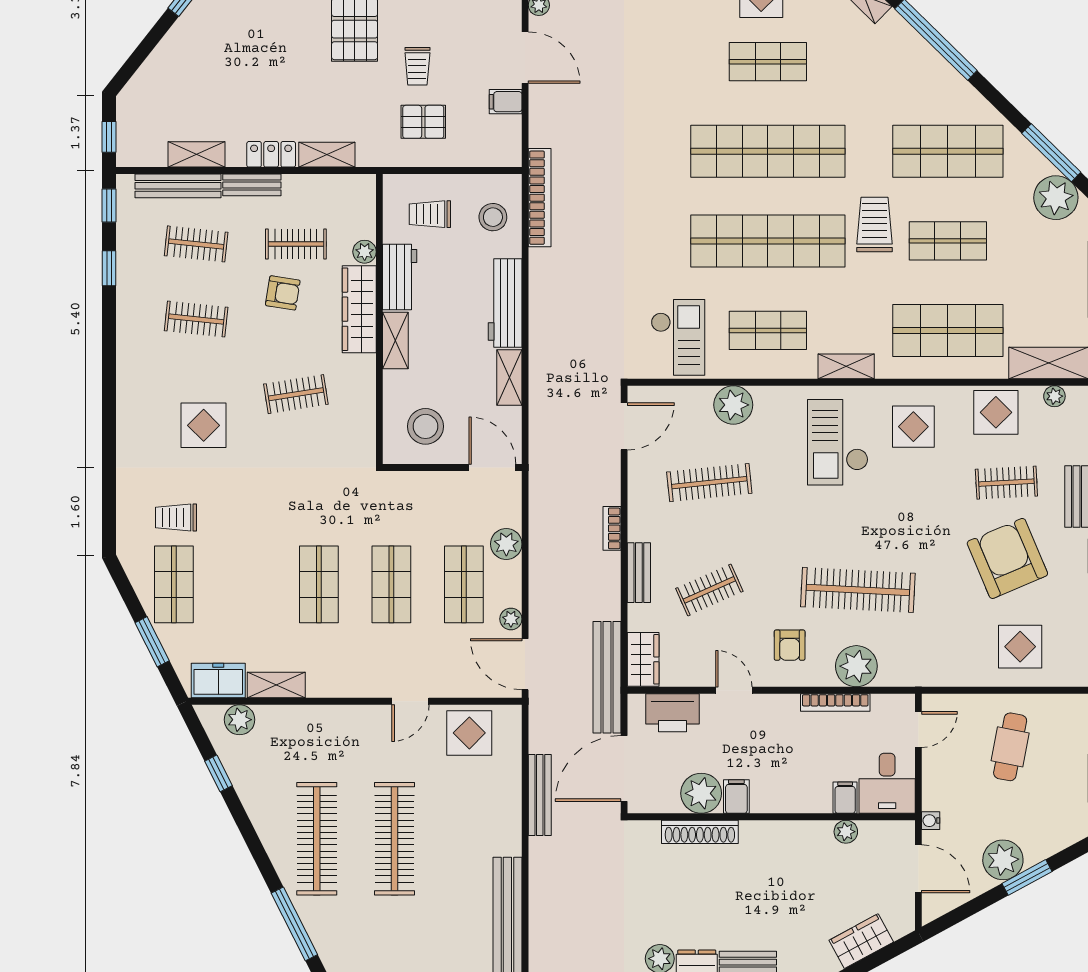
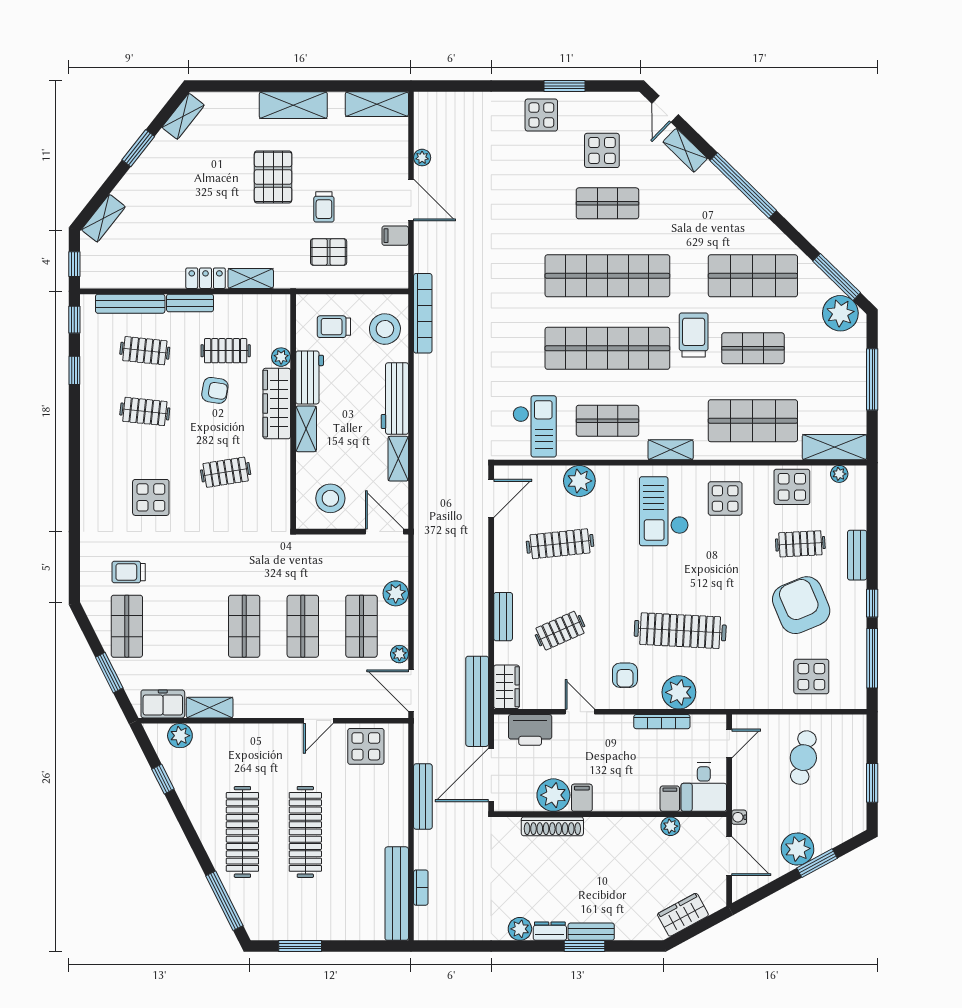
shelving: (197, 154) -> (103, 218), moved, turned -52
stool: (493, 217) -> (385, 329), width x1.38, depth x1.38
bookcase: (612, 528) -> (421, 888), moved, turned 180

